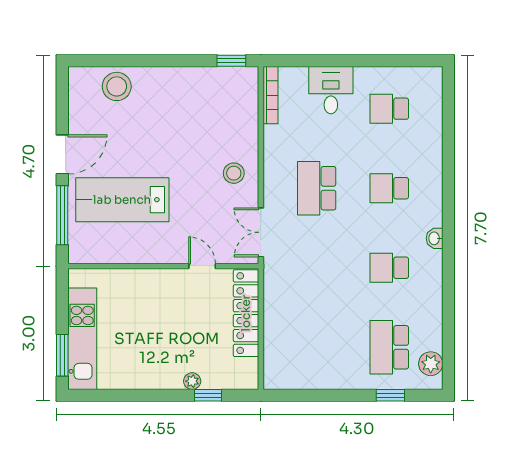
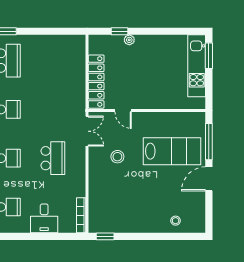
stool: (117, 86) -> (176, 221), width x0.53, depth x0.53
stool: (234, 173) -> (117, 157), moved

